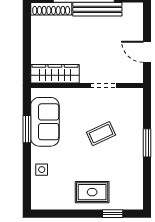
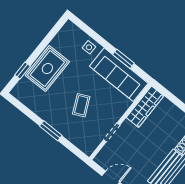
sofa: (45, 122) -> (119, 75), width x1.36
rug: (92, 192) -> (47, 69), width x1.36, depth x1.43

